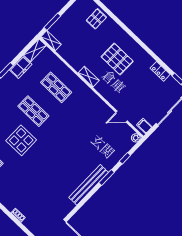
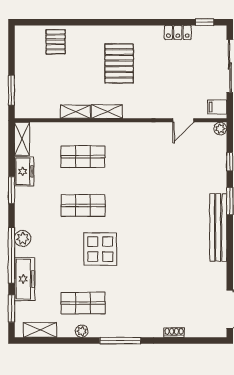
shelving: (51, 41) -> (75, 112), moved
pallet: (117, 59) -> (119, 63), turned 90

